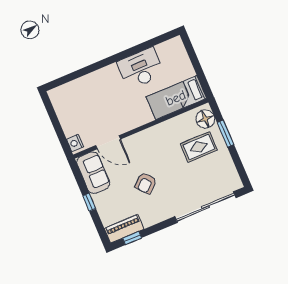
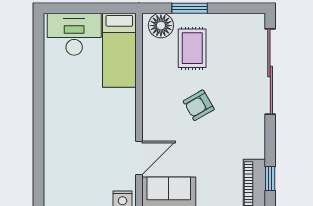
desk: (141, 68) -> (74, 34), moved, turned 90
armchair: (146, 183) -> (199, 105), moved, turned 102

